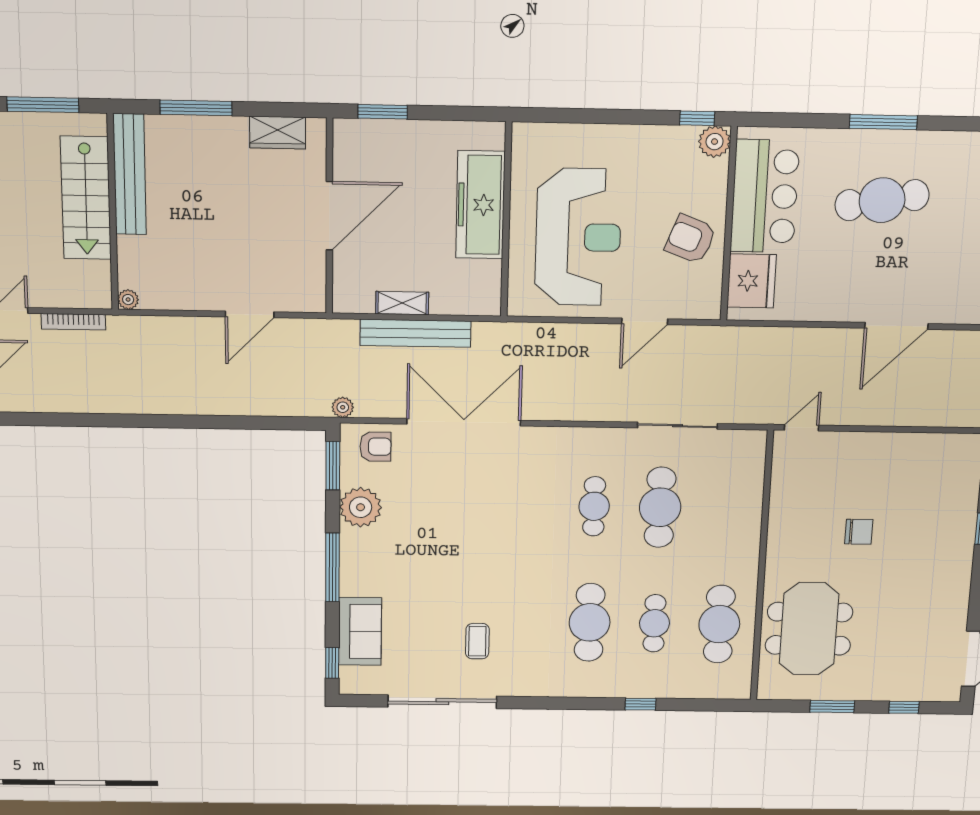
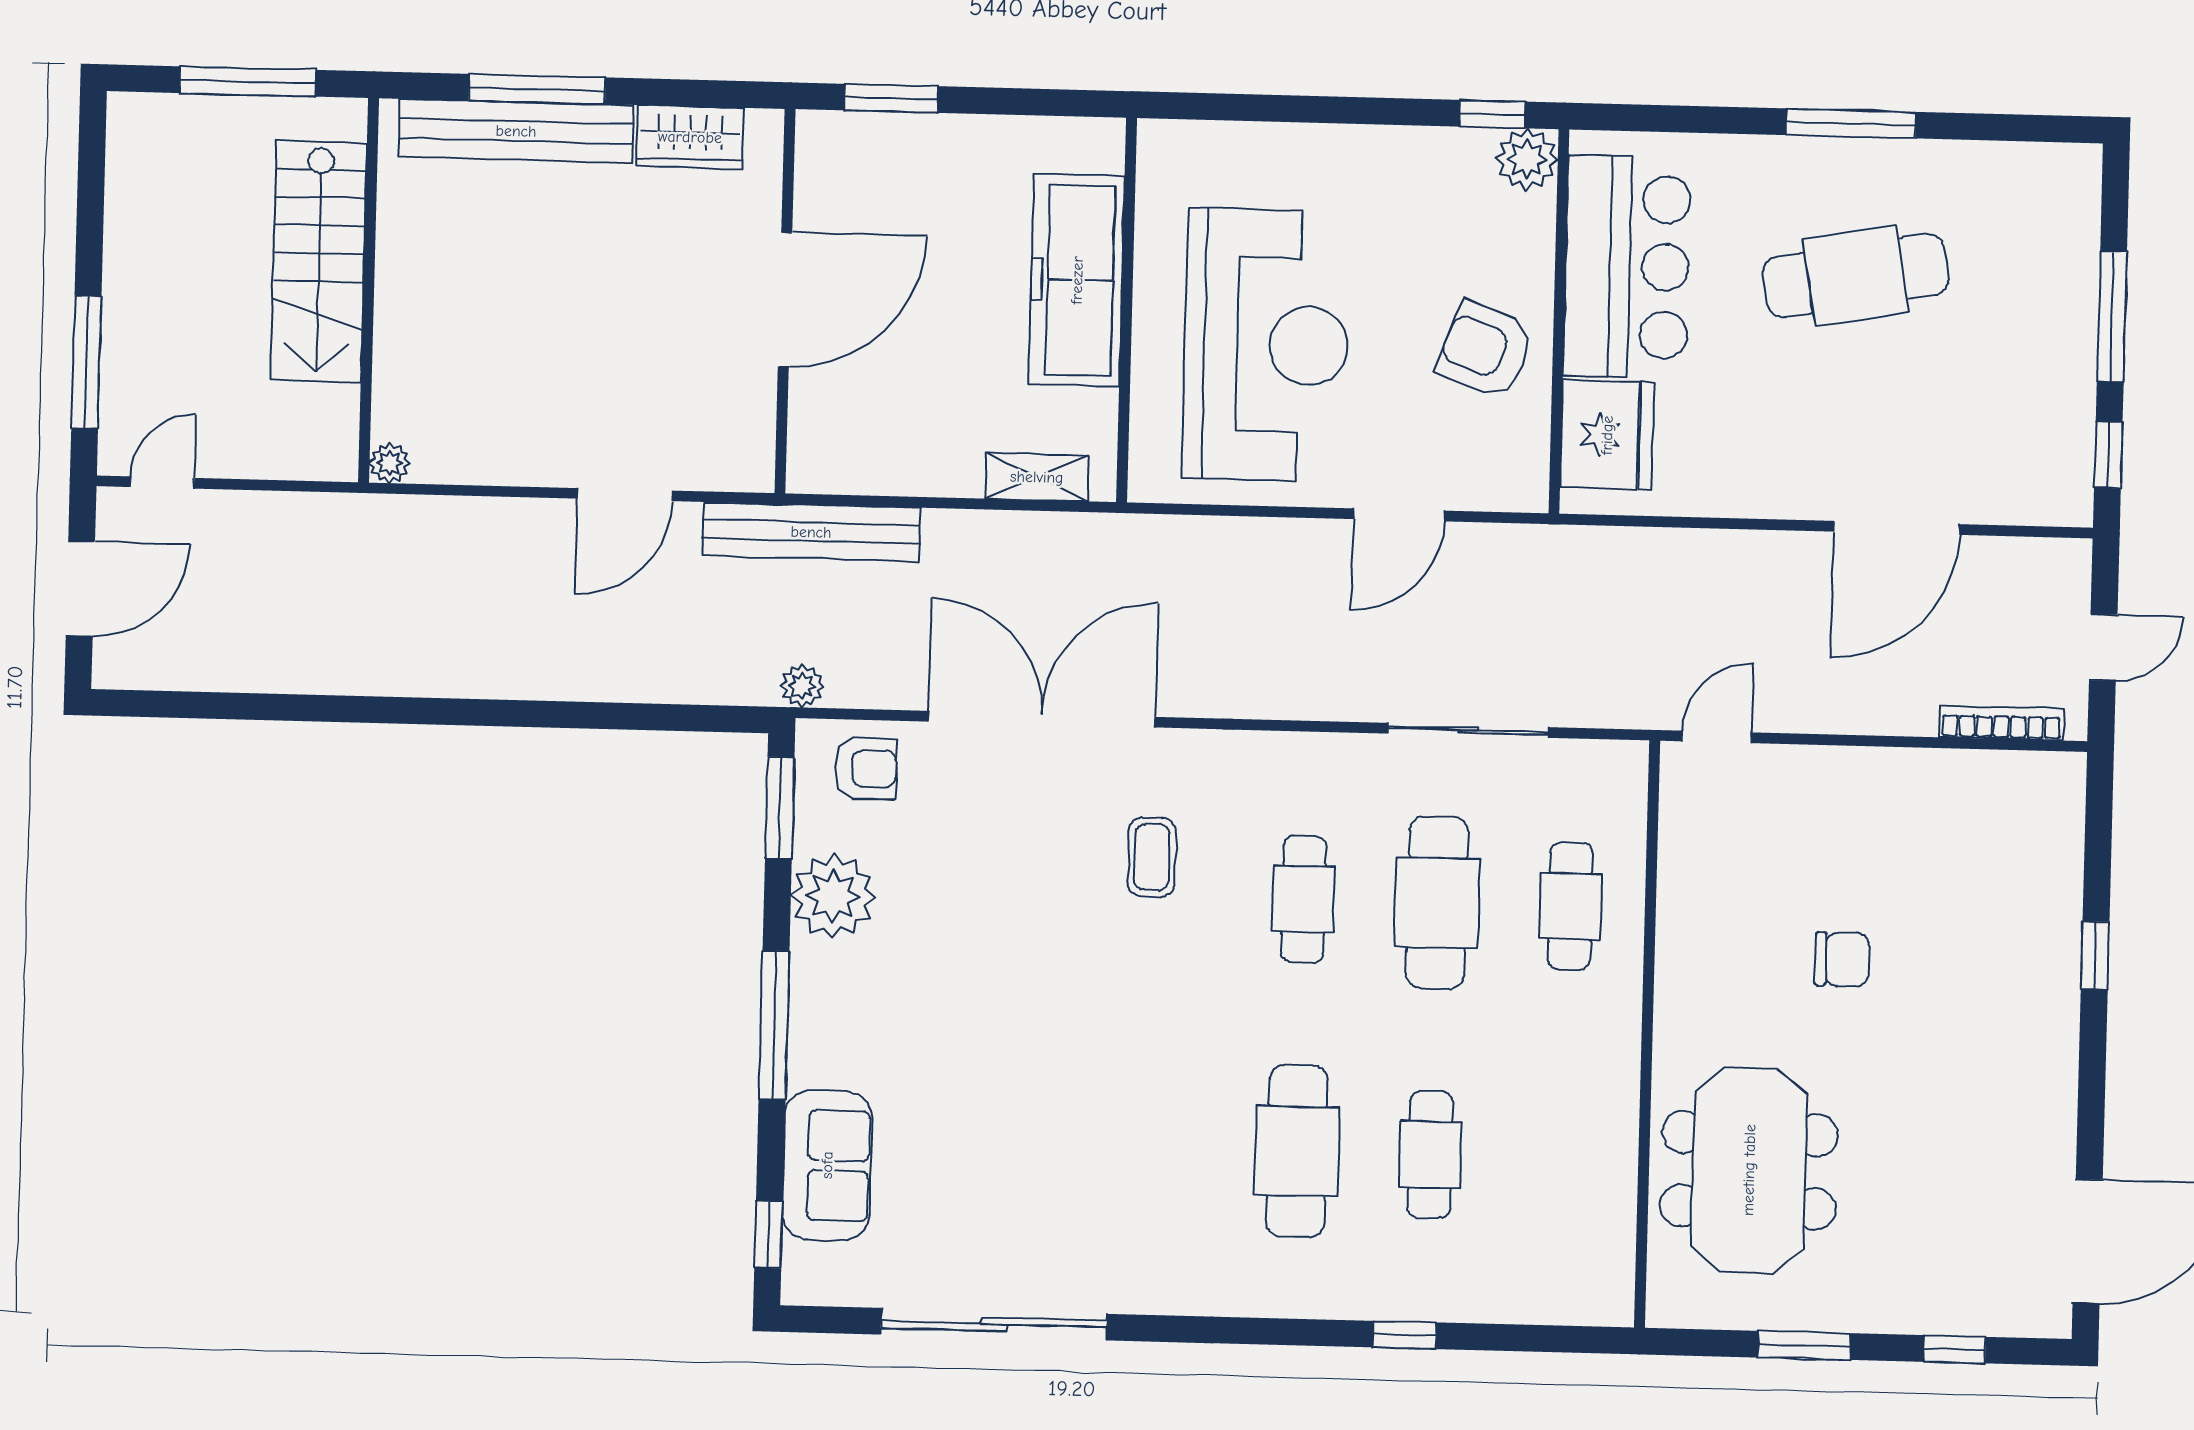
bench: (130, 174) -> (516, 131), moved, turned 90
shelving: (402, 303) -> (1037, 477), moved
bookcase: (73, 322) -> (2001, 723), moved, turned 180
bench: (415, 333) -> (811, 532), moved
cafe table: (719, 624) -> (1570, 906), moved, width x0.73, depth x0.74
coffee table: (477, 641) -> (1152, 857), moved

